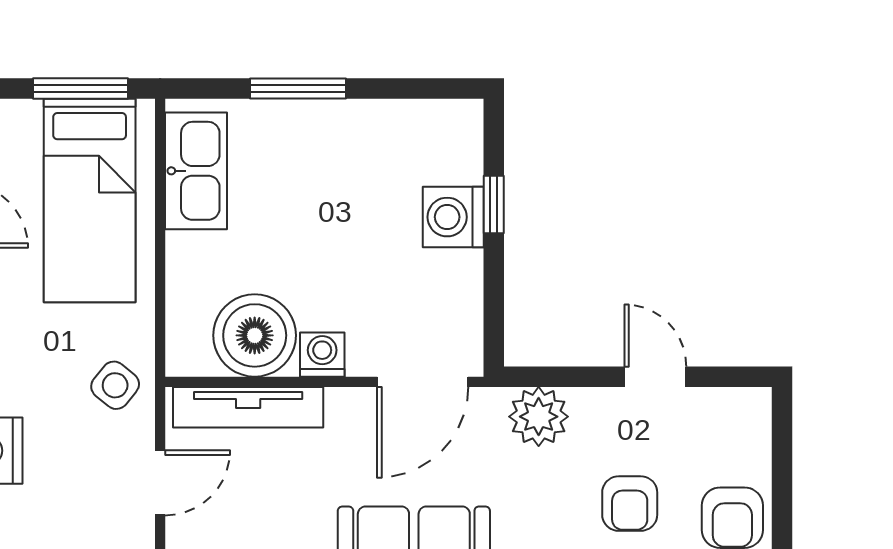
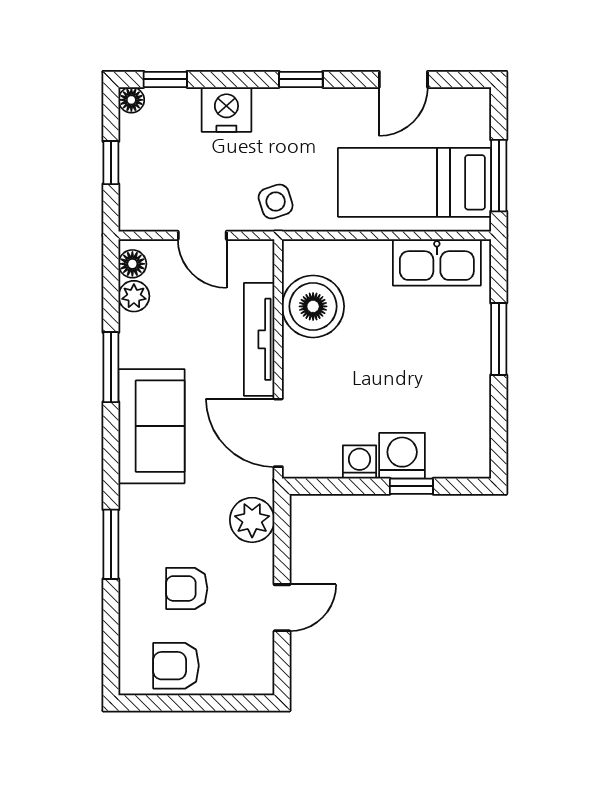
washing machine: (322, 355) -> (359, 462), moved, turned -90
side table: (115, 385) -> (276, 202), turned 33
tv unit: (248, 407) -> (259, 339), moved

